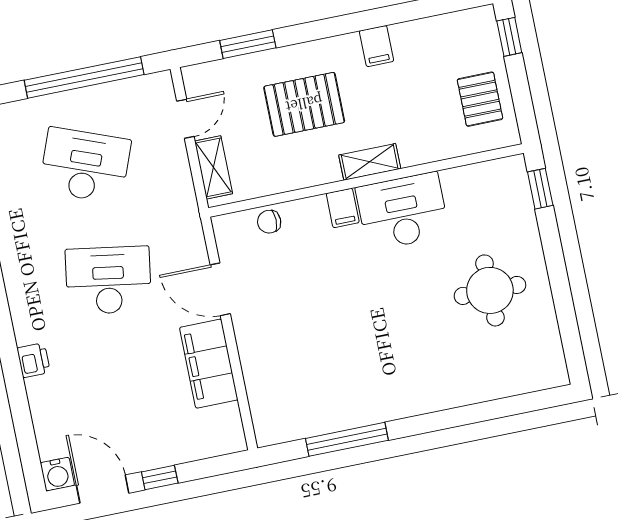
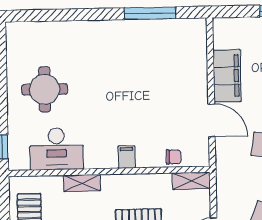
shelving: (370, 162) -> (82, 183), moved
shelving: (214, 167) -> (191, 181), moved, turned 90
desk: (403, 211) -> (56, 149), moved

